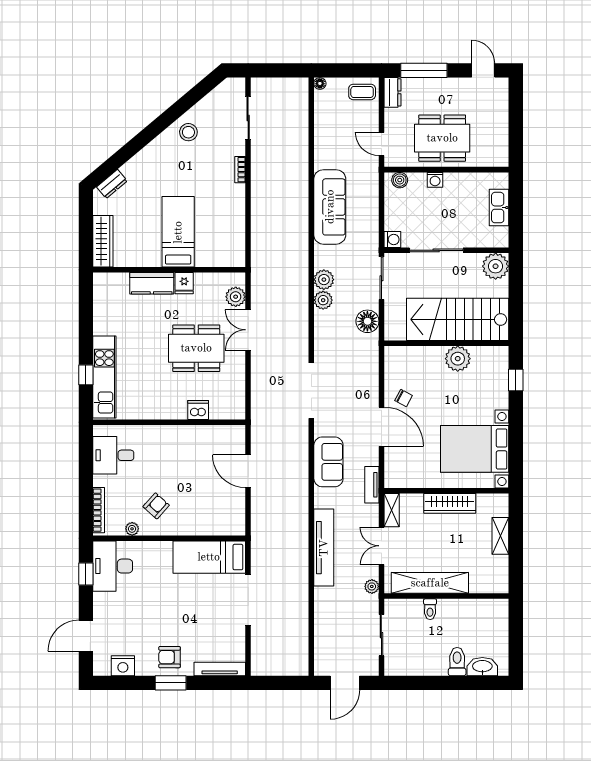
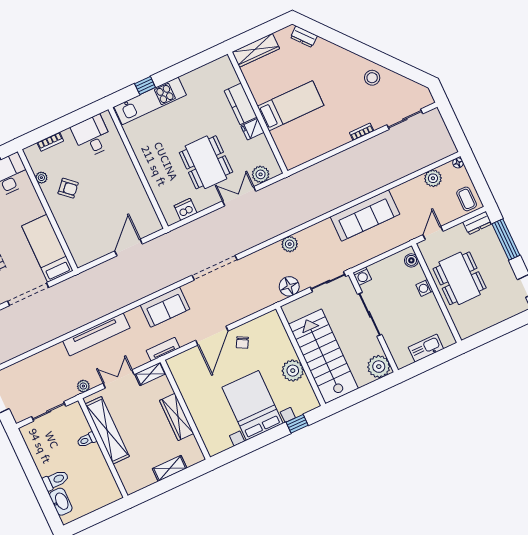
plant: (324, 280) -> (433, 178), moved
dishwasher: (198, 410) -> (186, 209), moved, turned -90
bed with nightstands: (475, 449) -> (253, 405), moved
bookcase: (99, 510) -> (50, 142), width x0.64

